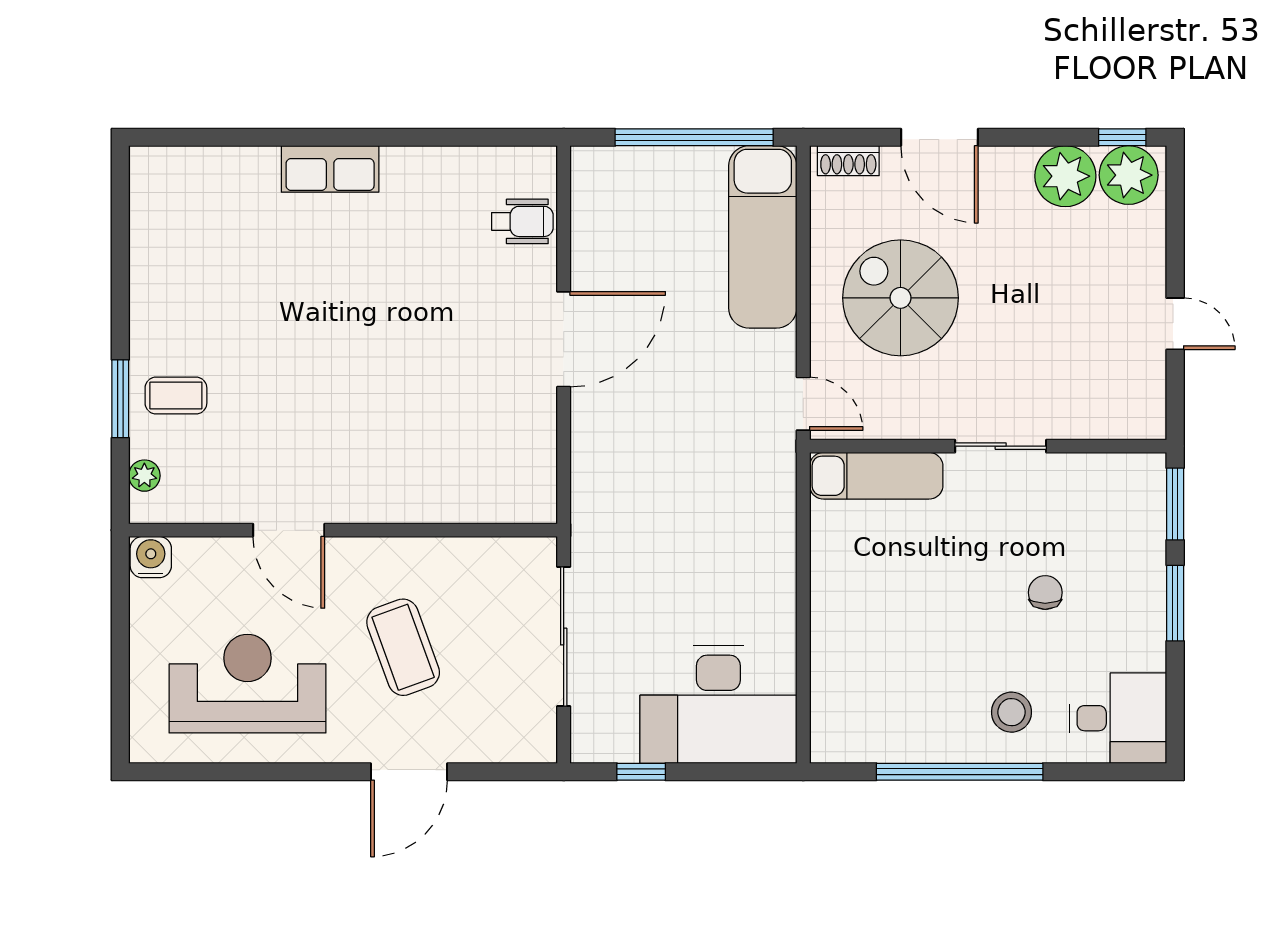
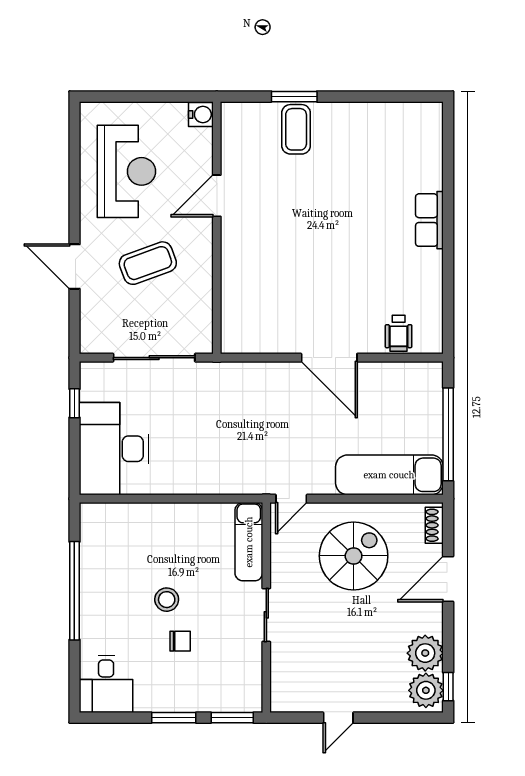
coffee table: (176, 396) -> (296, 129), width x1.36, depth x1.30
plant: (144, 476) -> (249, 111), removed
stool: (1012, 712) -> (167, 600), moved

